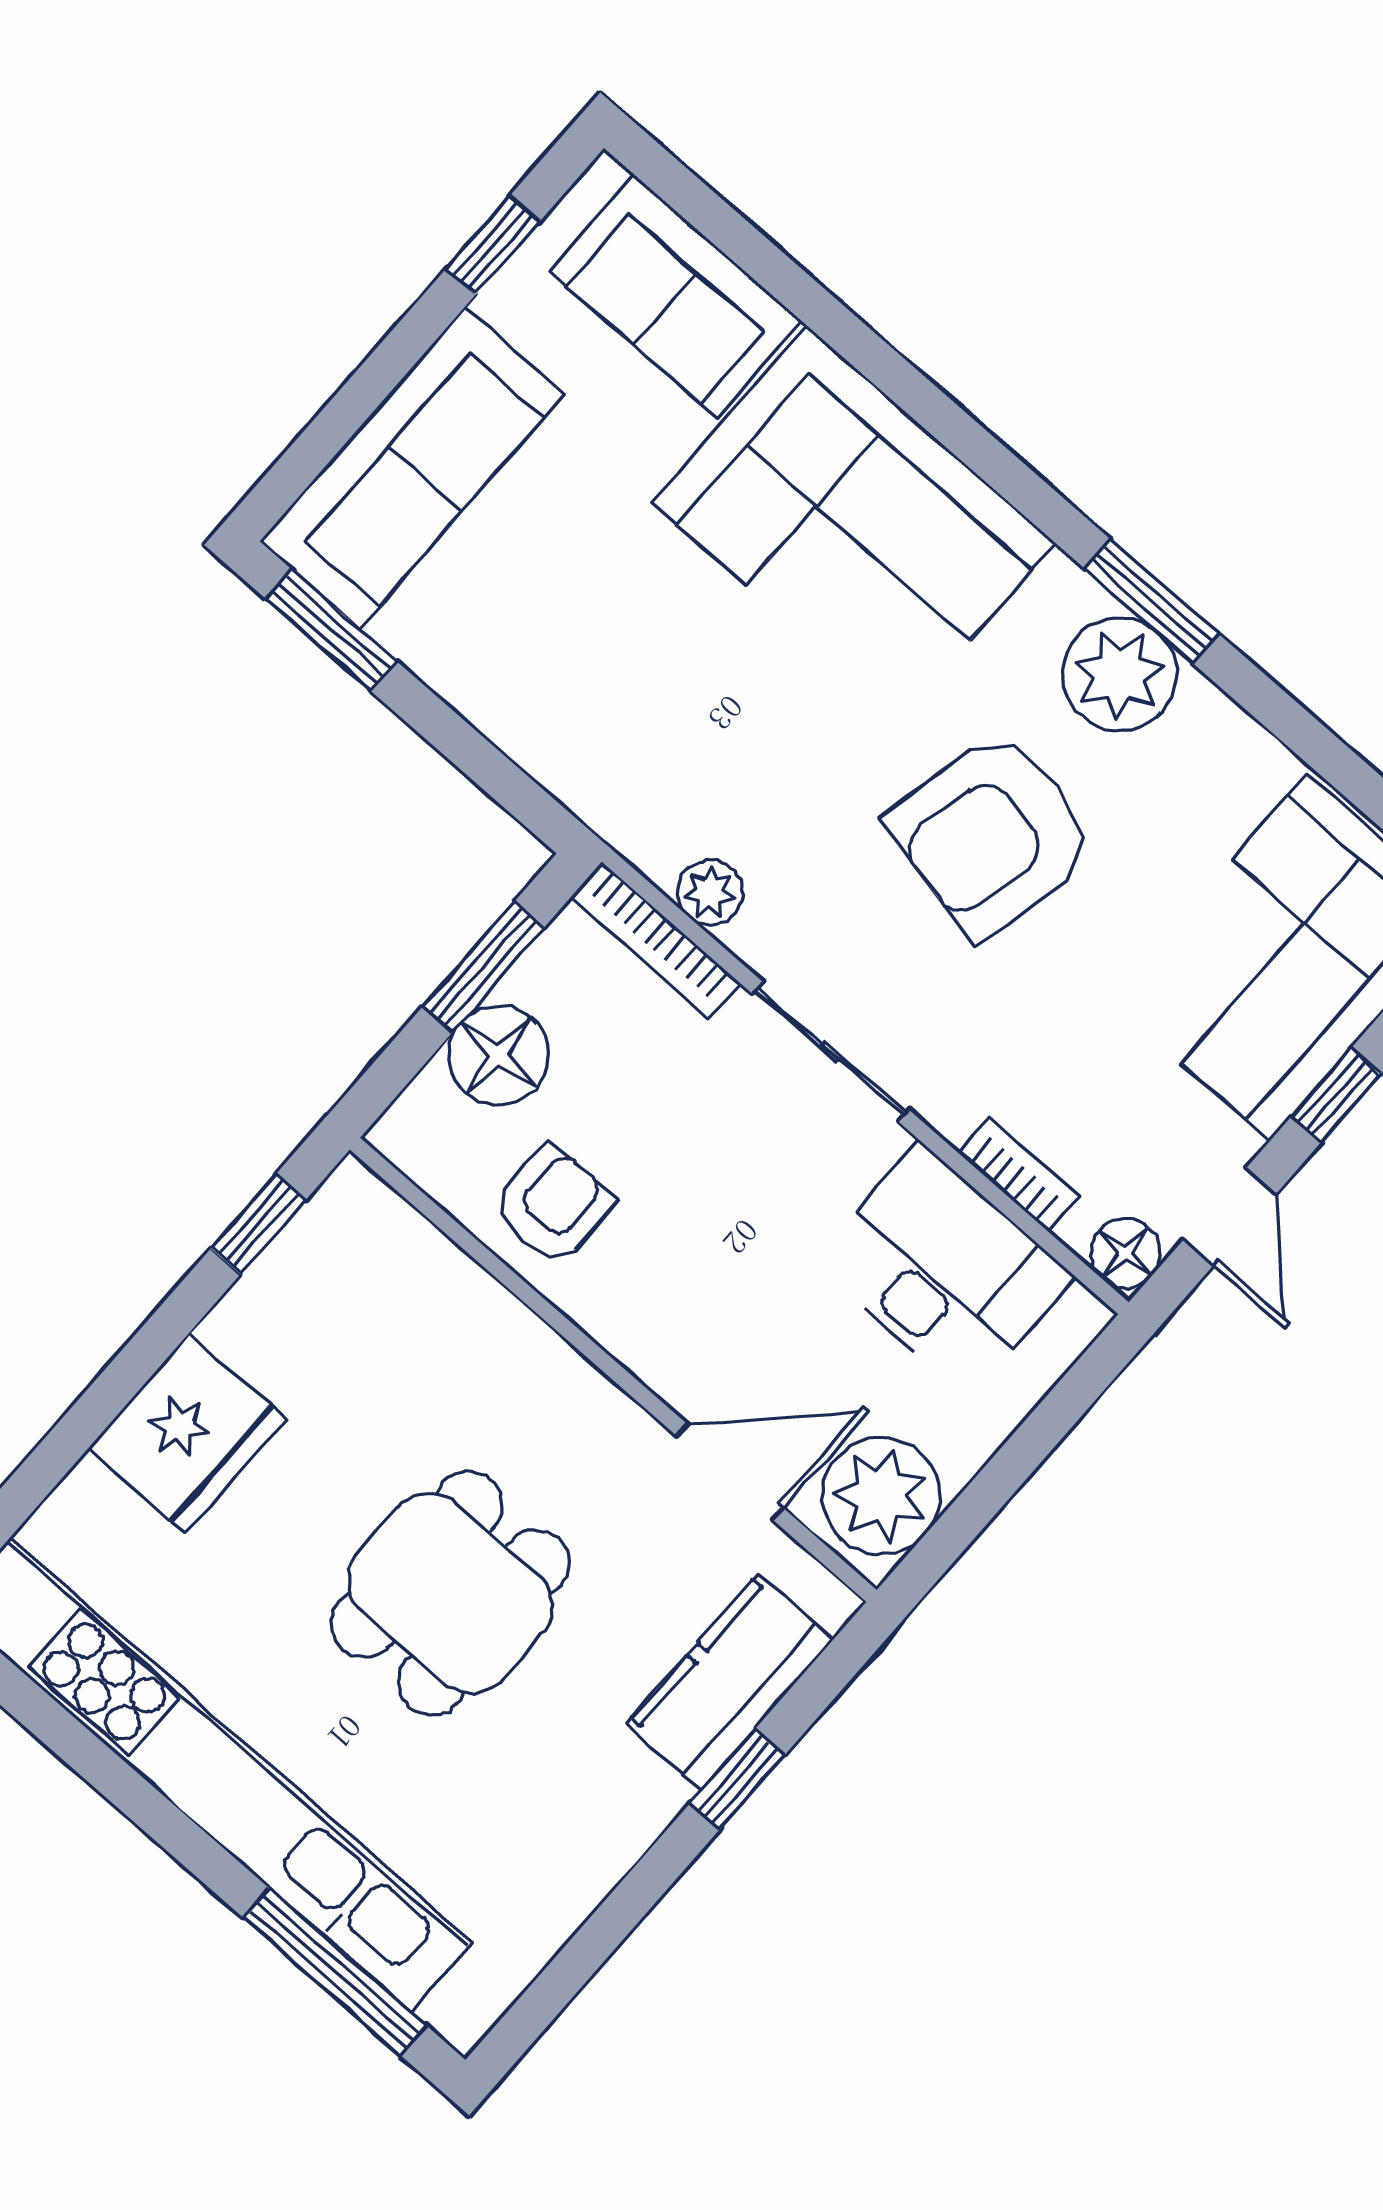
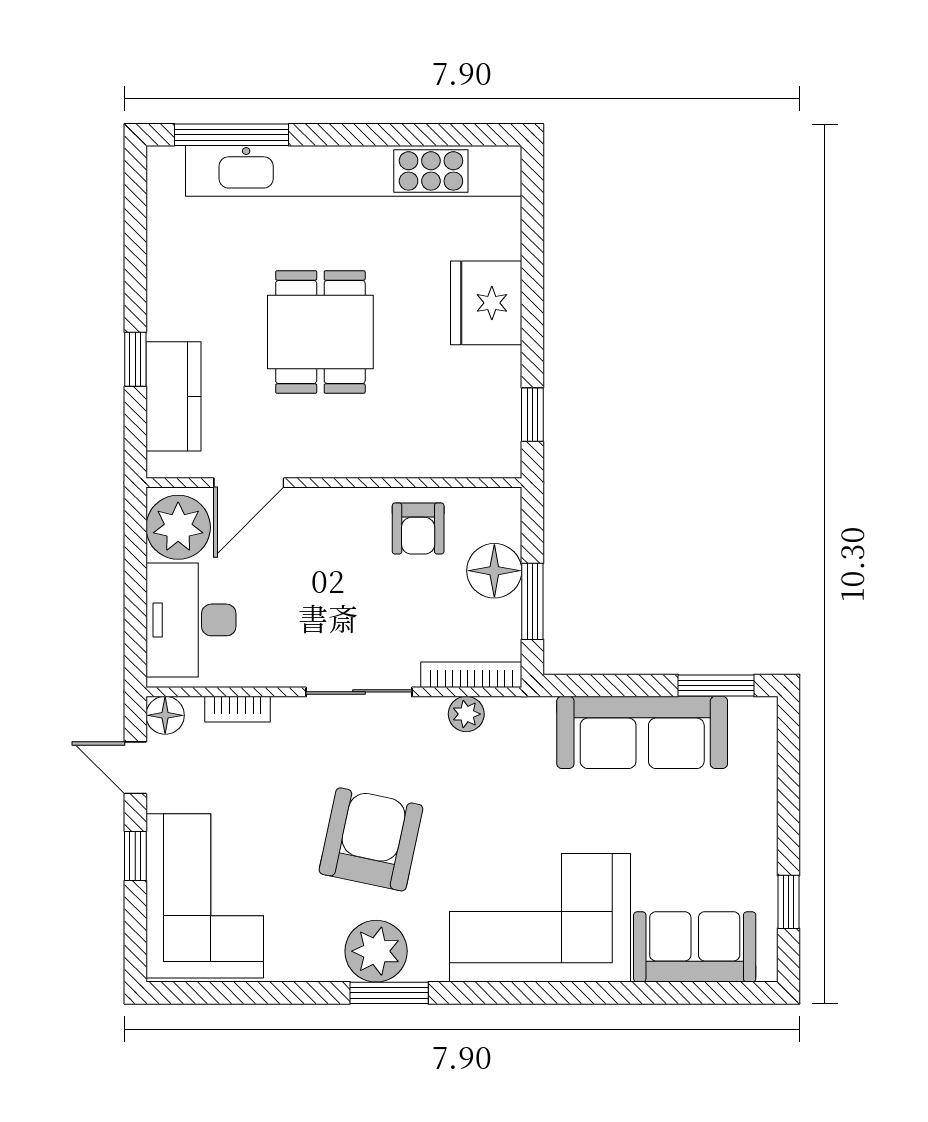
sofa: (412, 468) -> (642, 732), moved, turned -90
desk: (944, 1270) -> (191, 620), moved, turned 90

